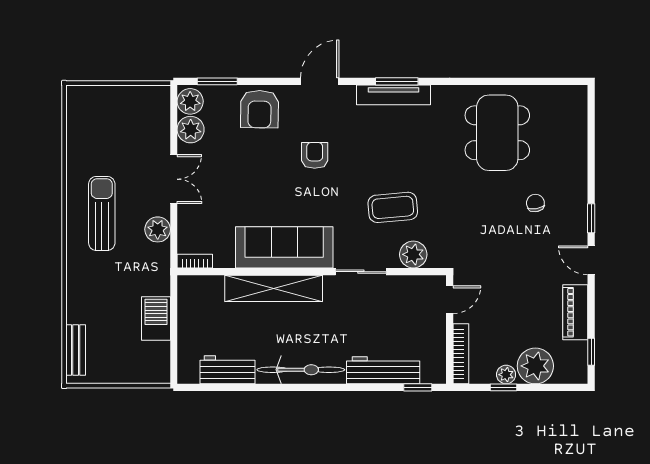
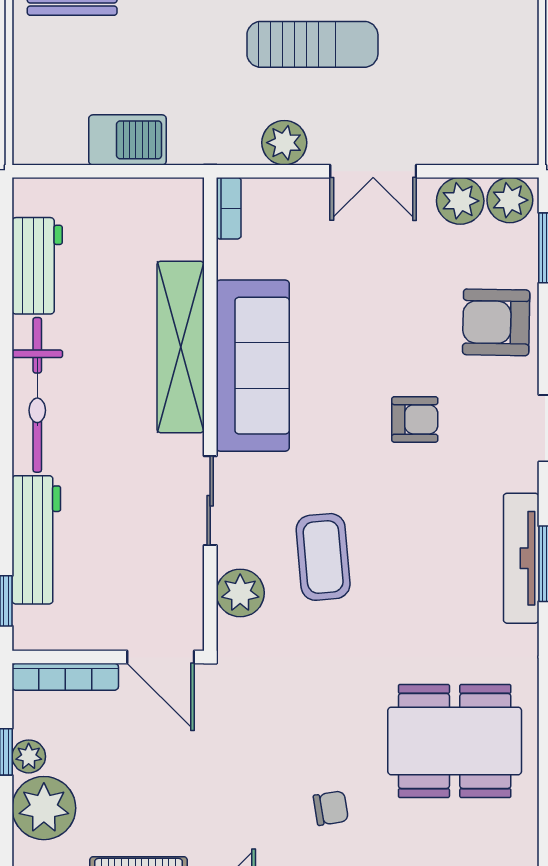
door: (450, 300) -> (161, 657), width x1.38

